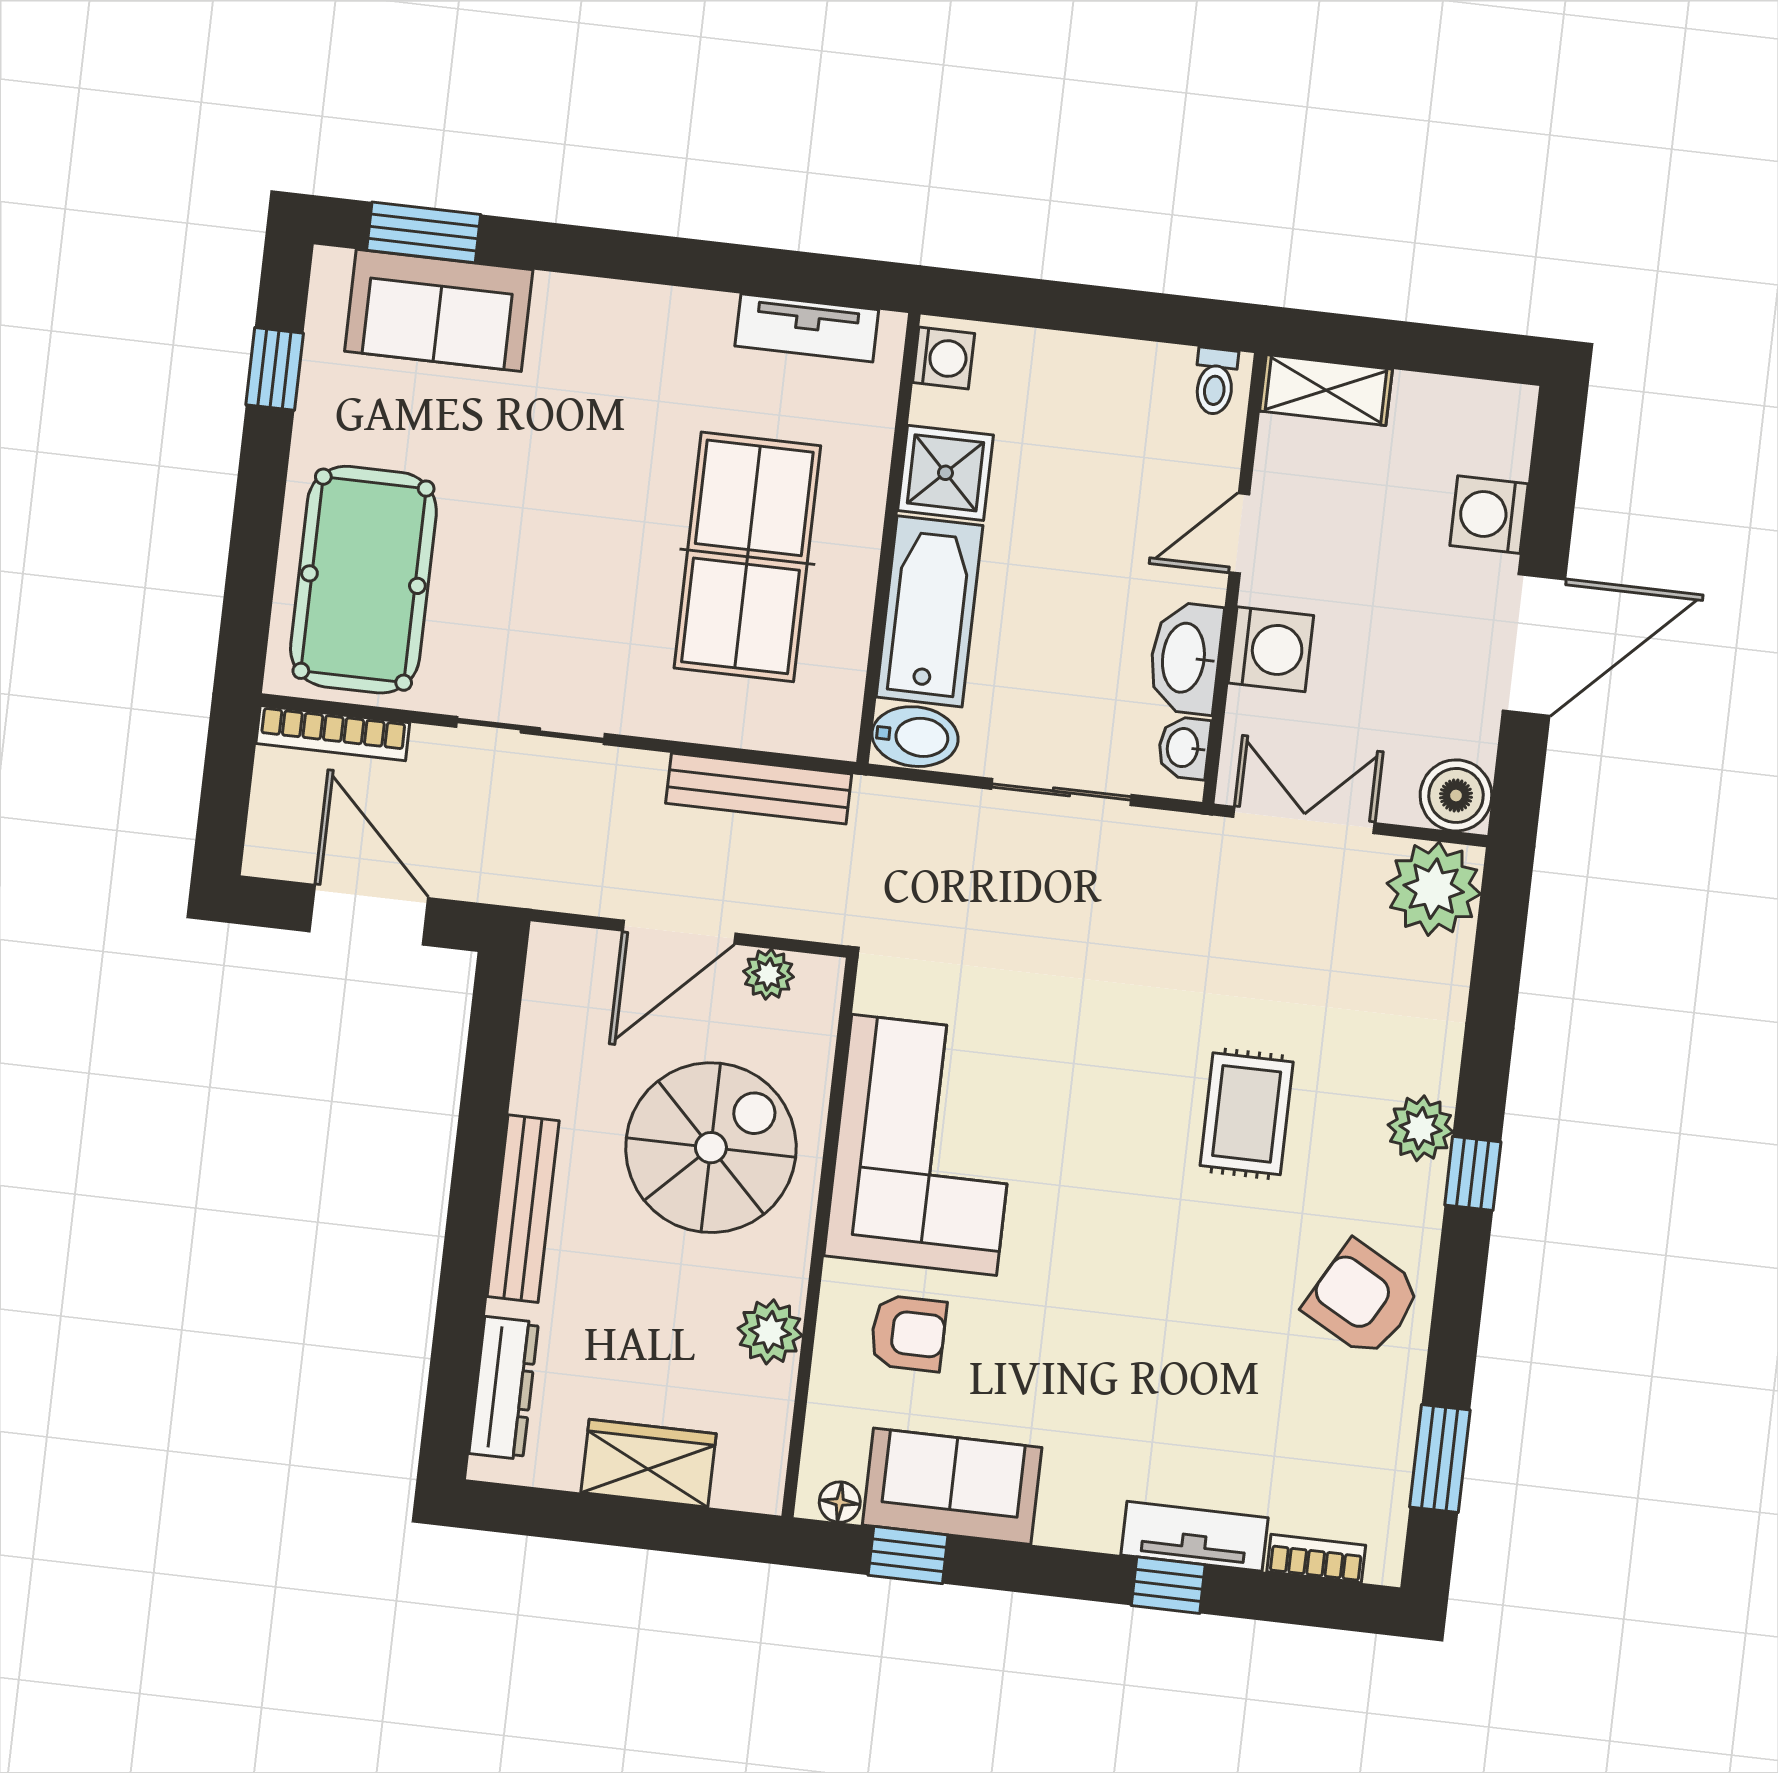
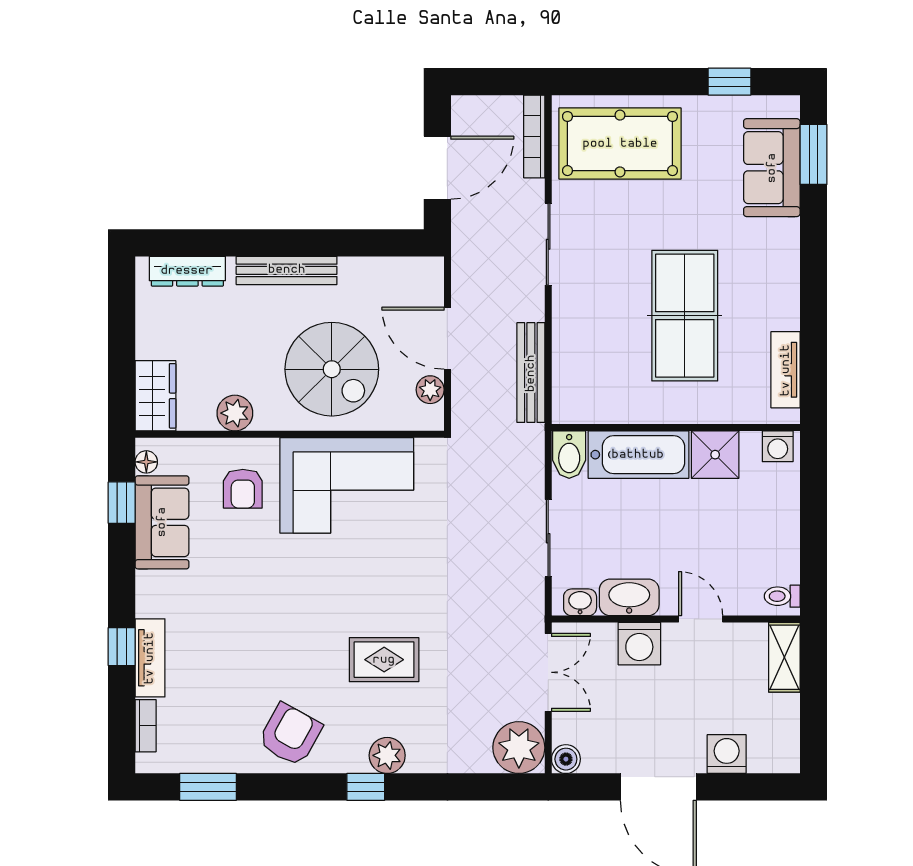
table tennis table: (747, 557) -> (685, 316), moved, turned 90
boiler: (1456, 795) -> (566, 759), width x0.73, depth x0.73
wardrobe: (649, 1463) -> (155, 396), moved

